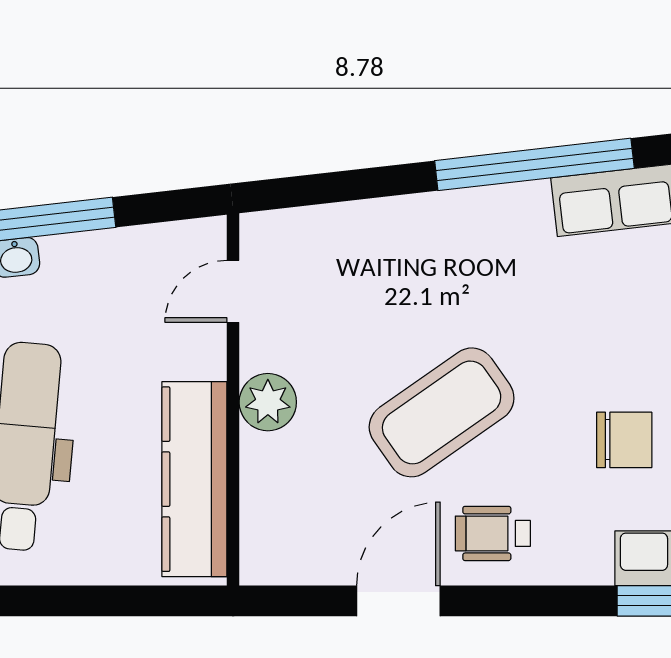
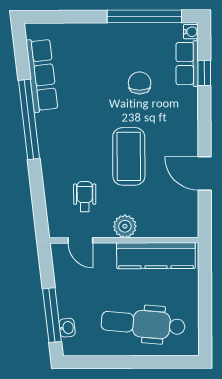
coffee table: (442, 412) -> (129, 156), turned 35
wheelchair: (493, 533) -> (85, 197), moved, turned 180

